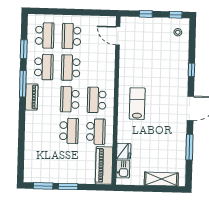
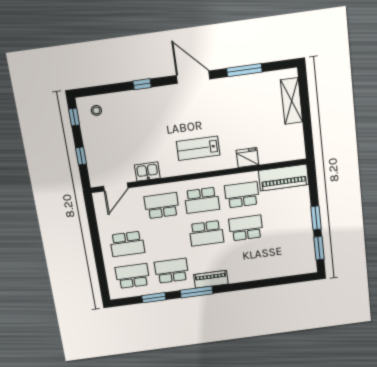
school desk: (71, 68) -> (162, 206), moved, turned 180
fridge: (124, 151) -> (247, 158), moved
kitchen sink: (123, 169) -> (147, 172), moved

